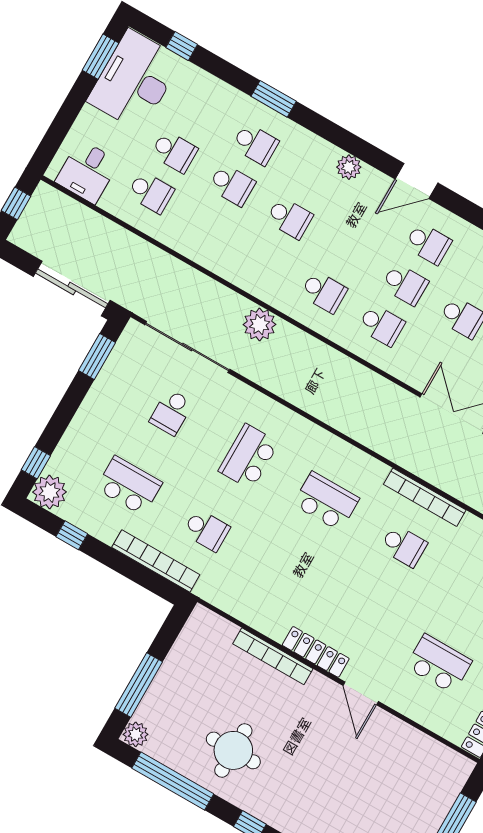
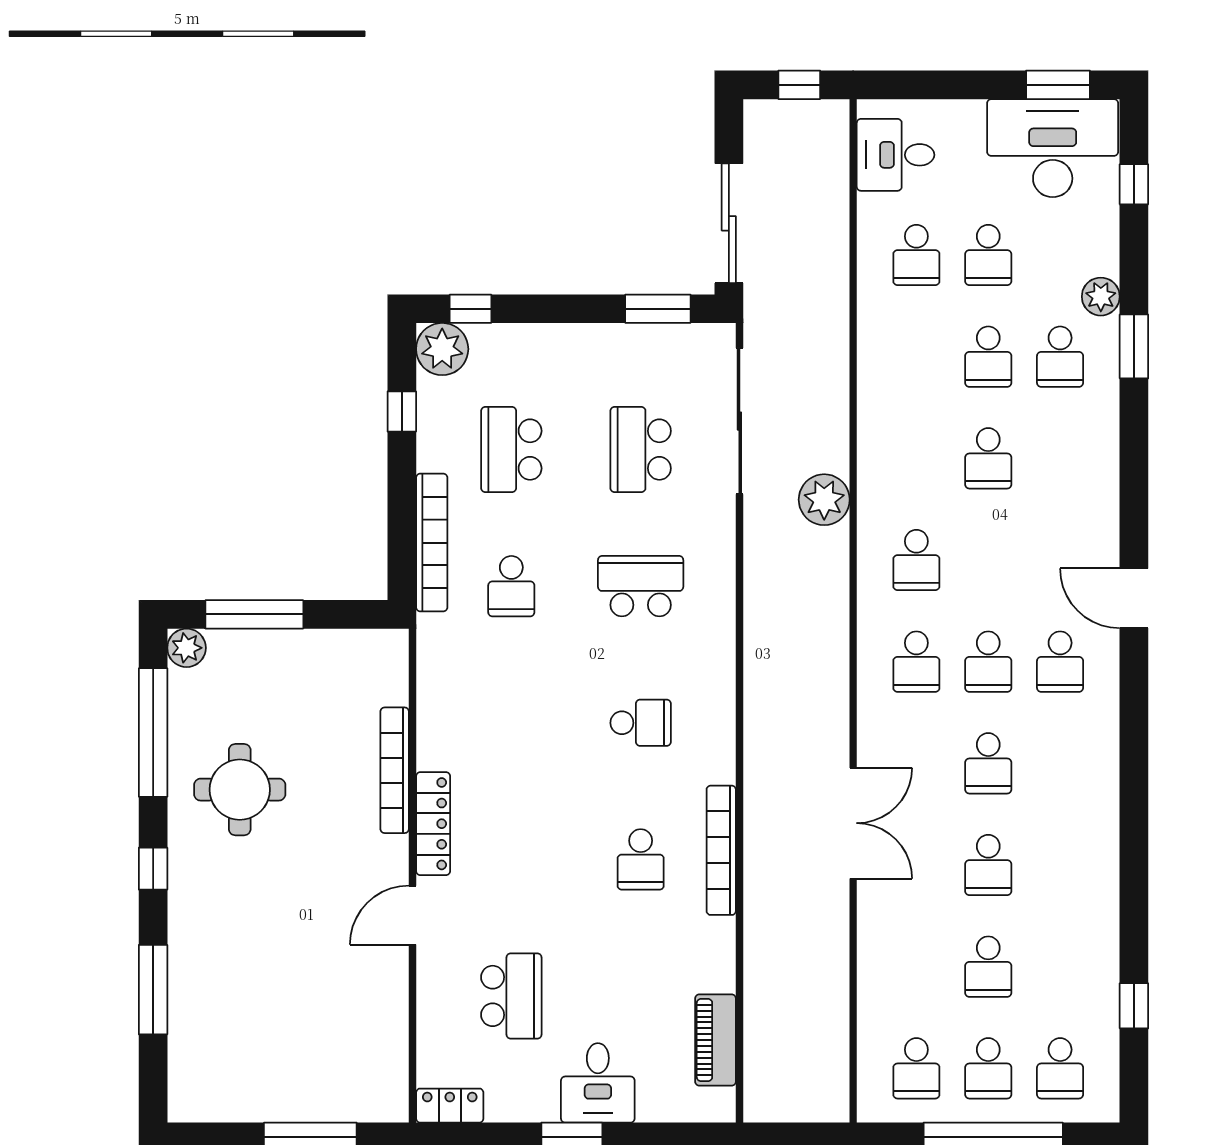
plant: (349, 167) -> (1101, 297), moved
school desk: (171, 412) -> (641, 450), width x1.85
school desk: (129, 486) -> (511, 450), turned 180
school desk: (326, 501) -> (641, 723), width x0.54

